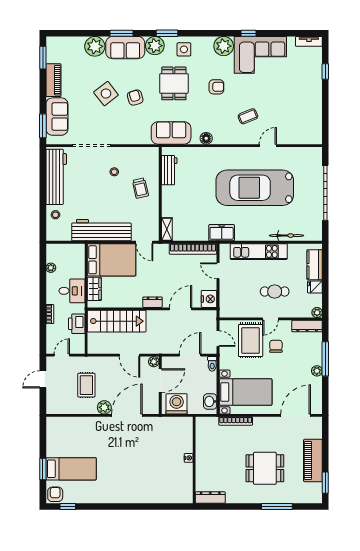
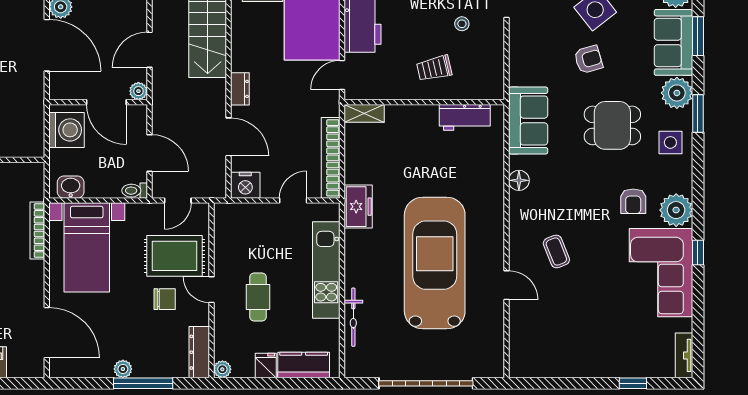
armchair: (216, 87) -> (633, 201), moved

